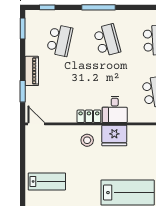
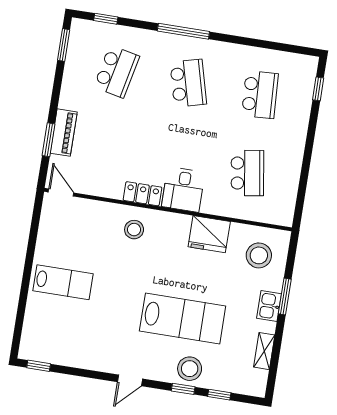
piano: (32, 71) -> (64, 133), moved
fridge: (114, 135) -> (209, 234), moved

